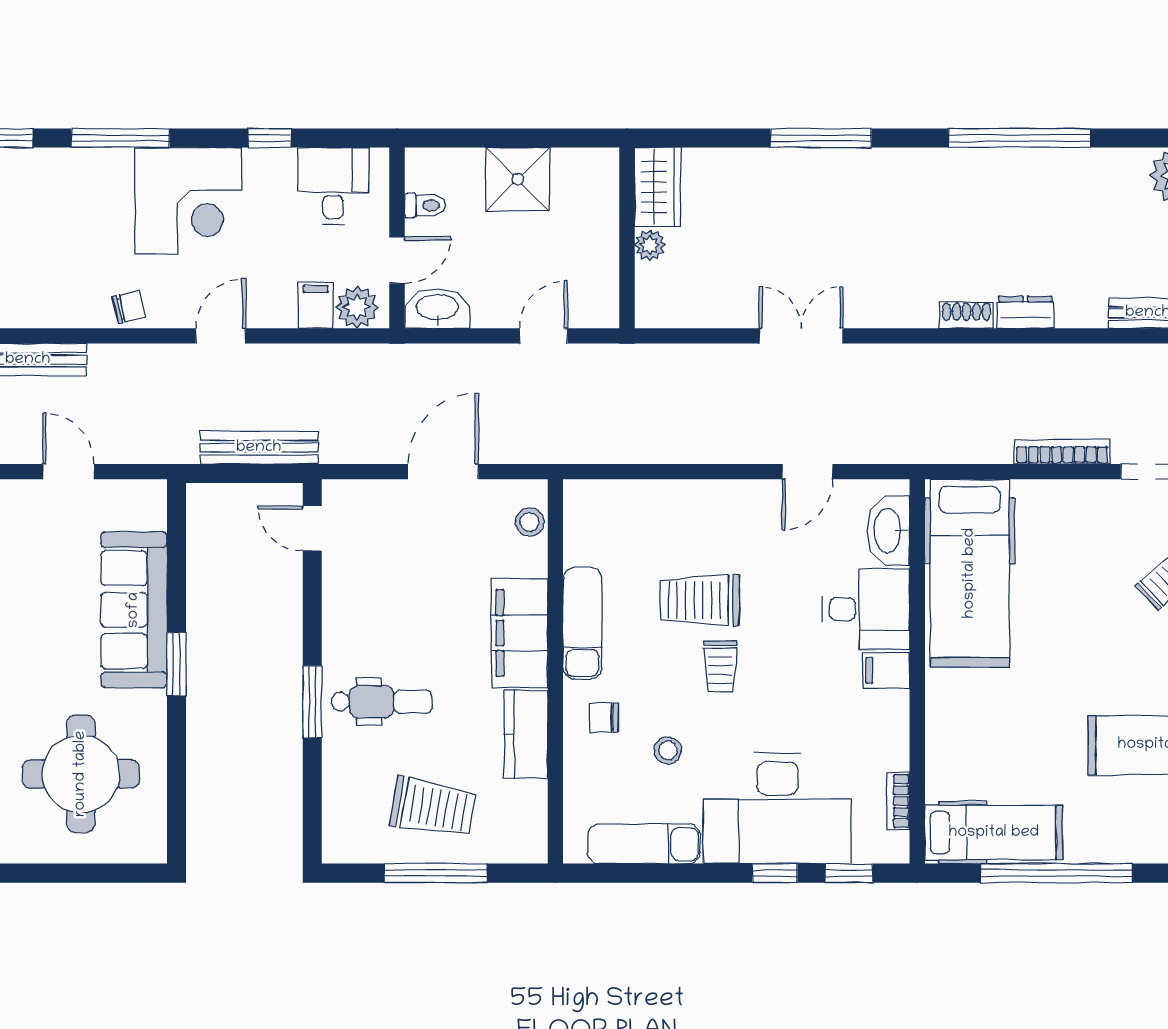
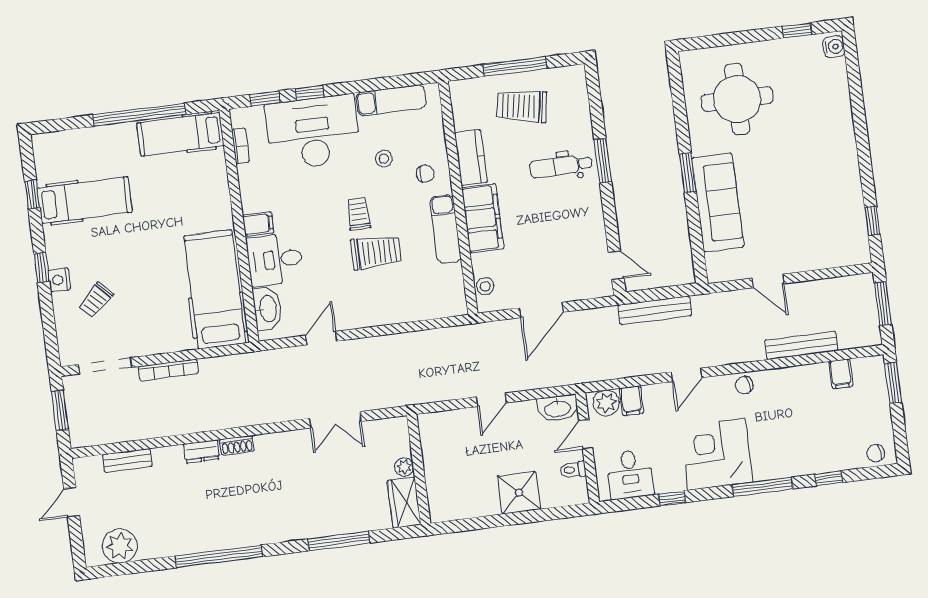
wardrobe: (657, 187) -> (404, 503), moved
wall: (627, 238) -> (419, 469), moved
plant: (650, 245) -> (404, 467), moved

